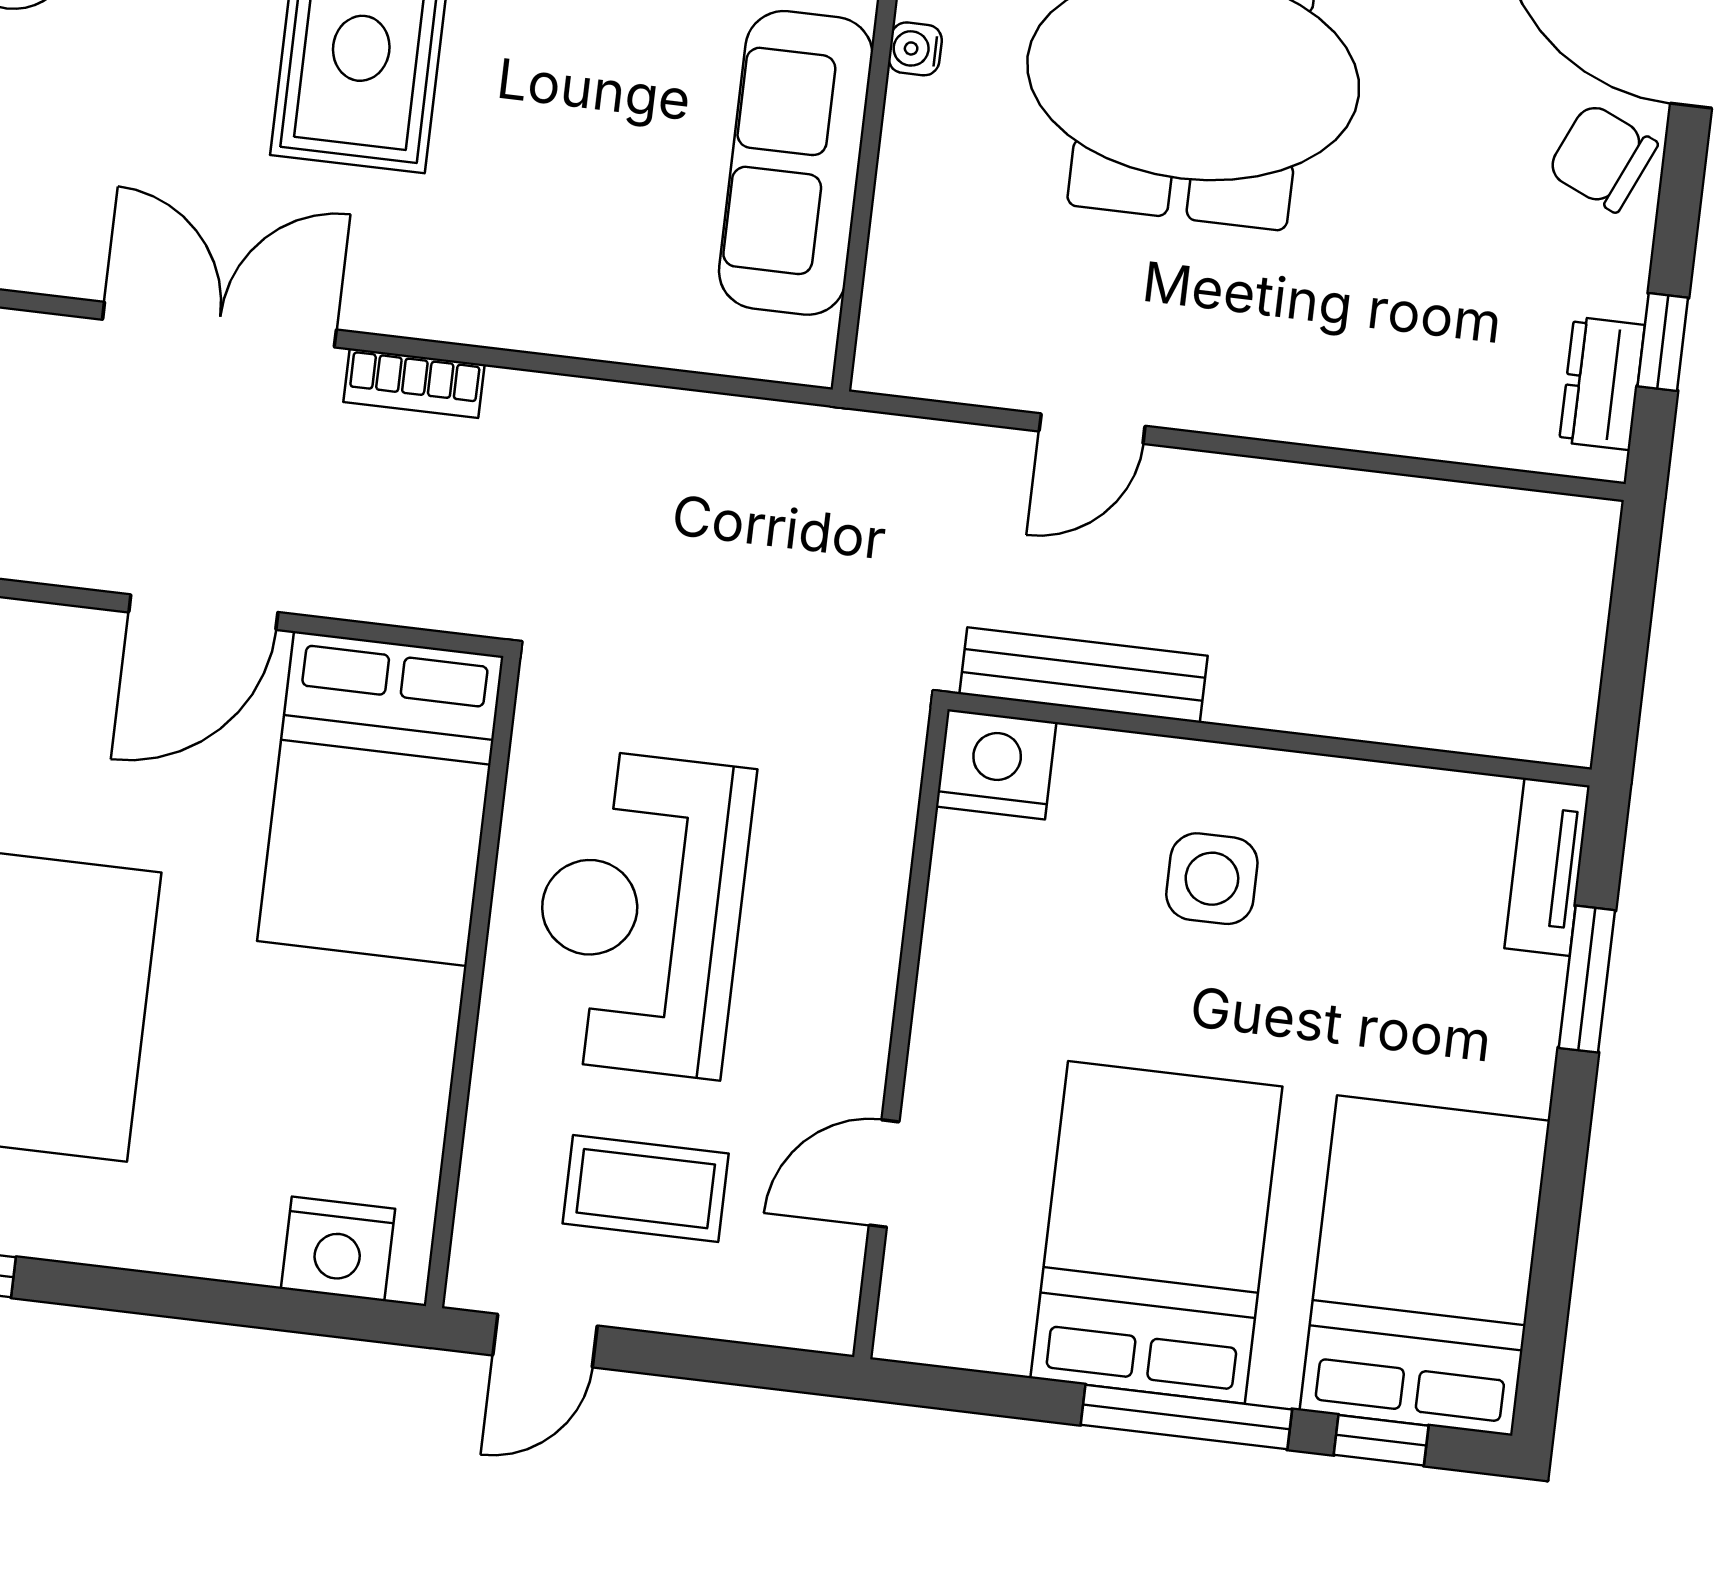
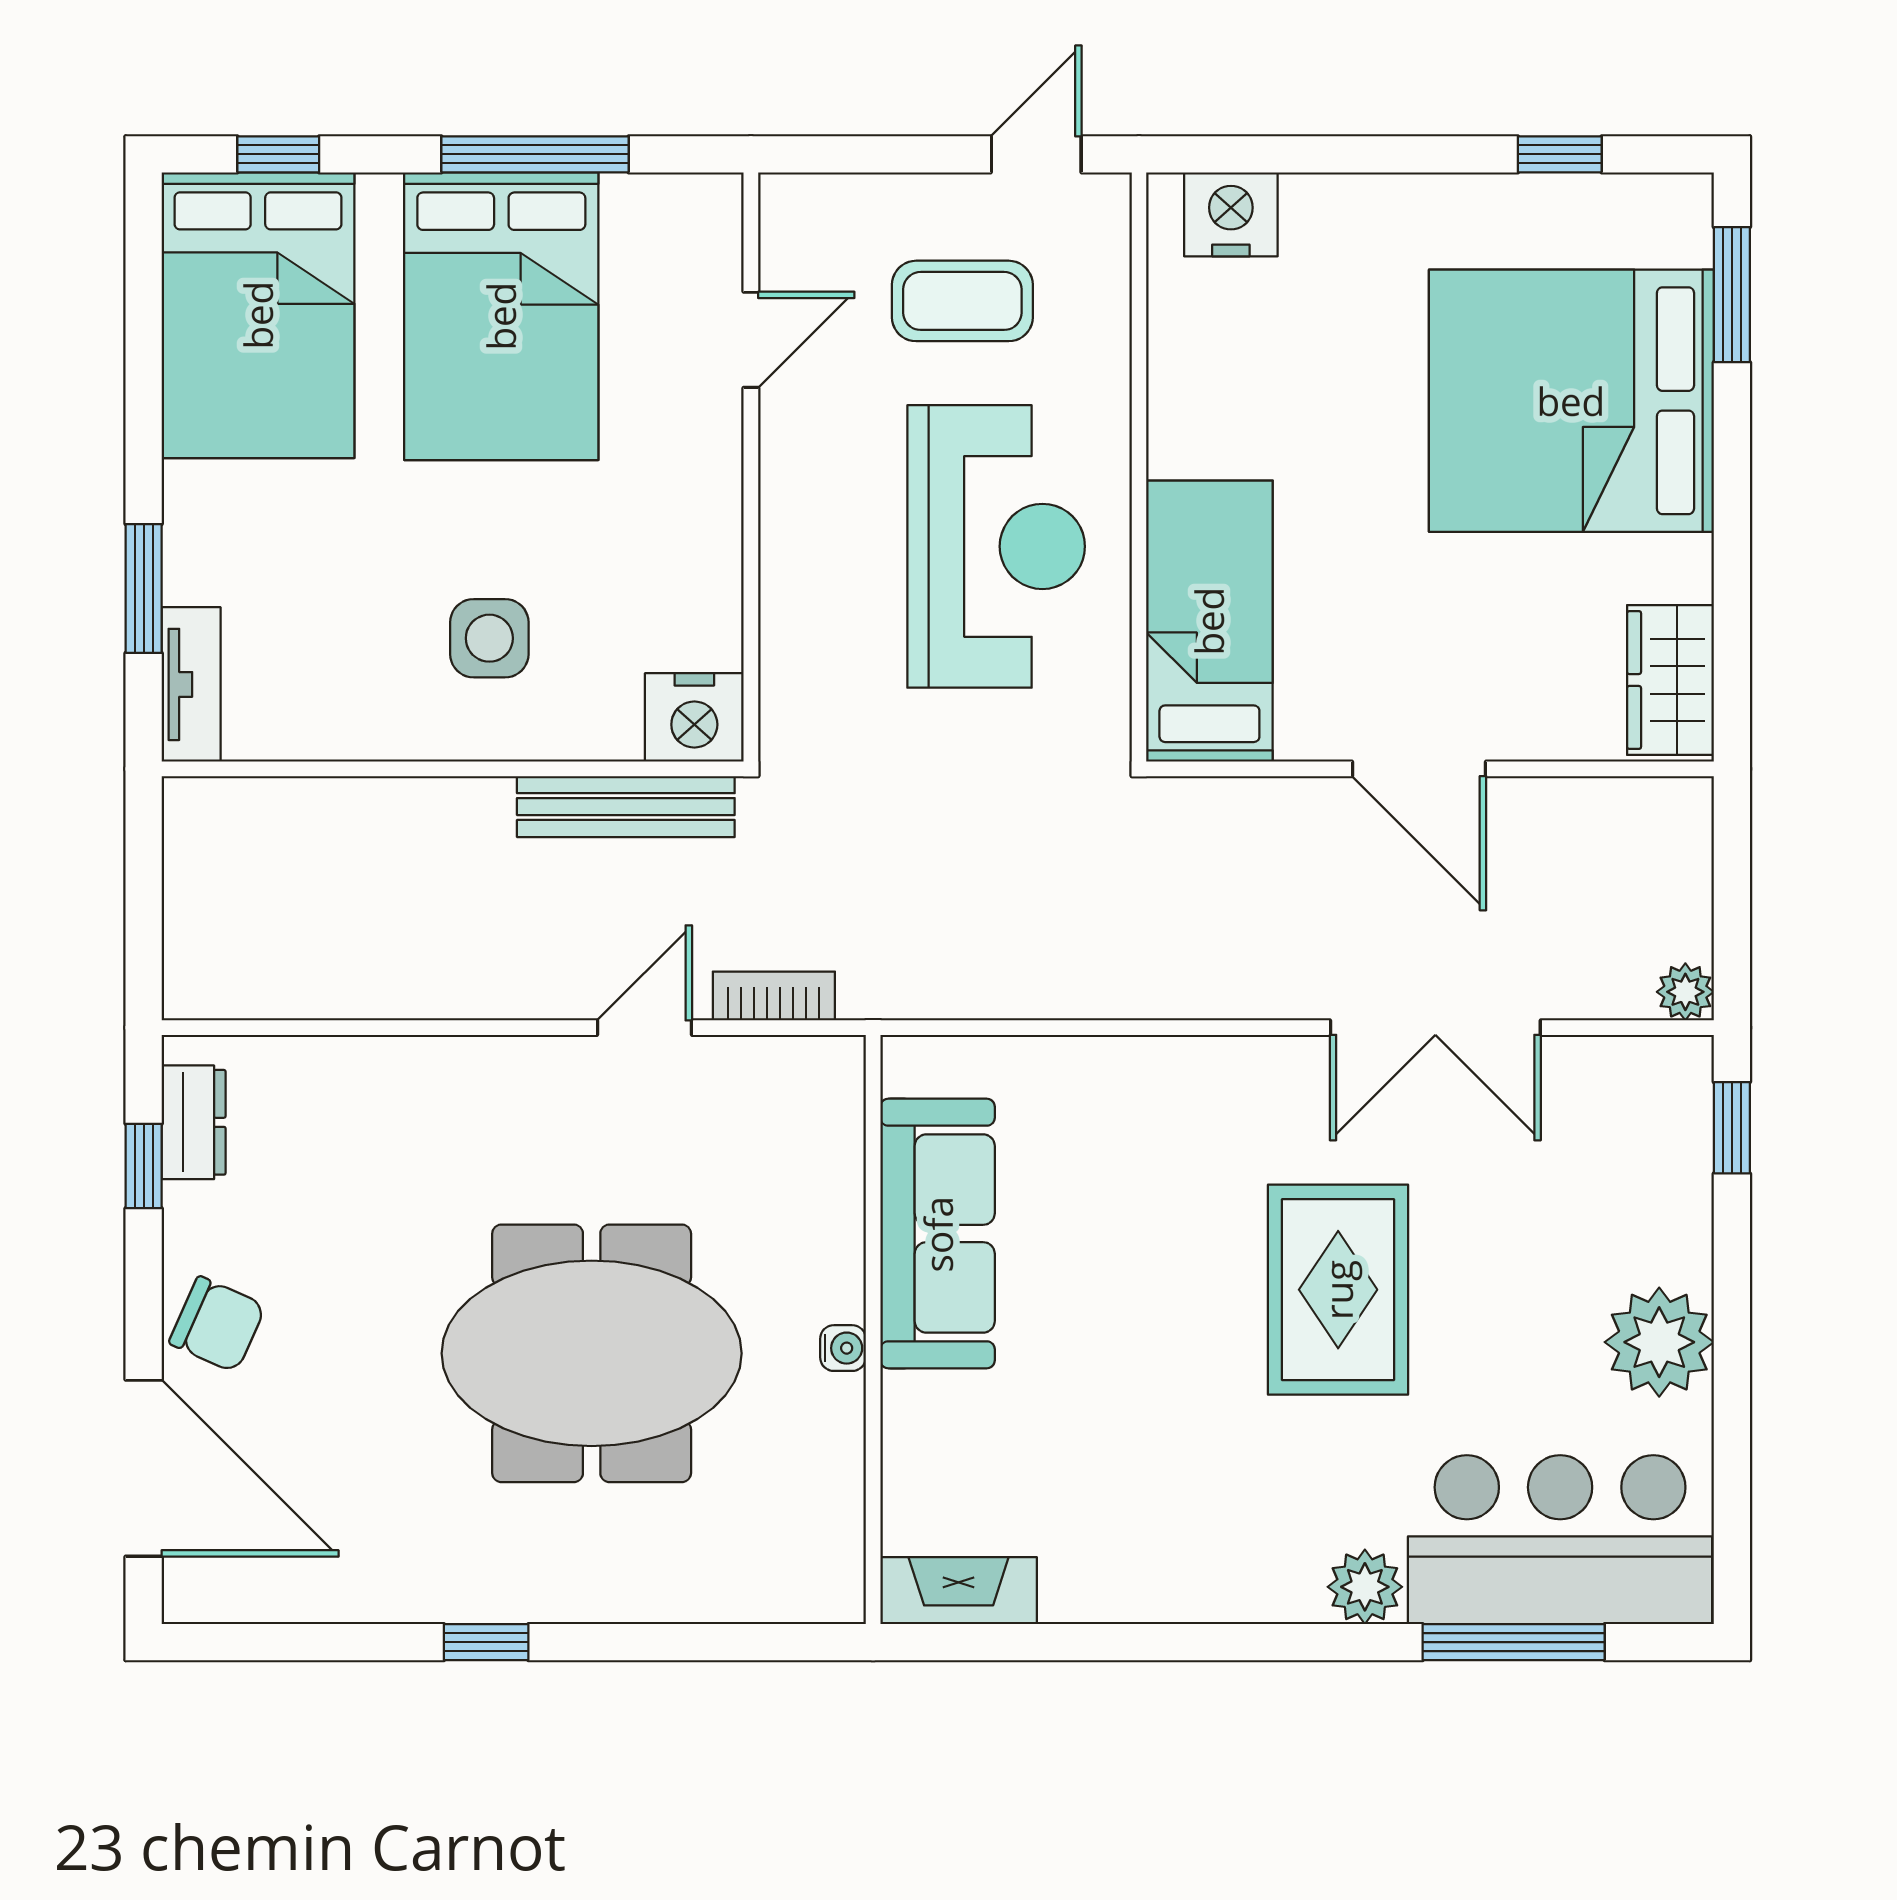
bookcase: (414, 383) -> (774, 996), moved
door: (203, 612) -> (1419, 769), swing flipped
bed: (380, 799) -> (1209, 621), width x0.67
window: (1186, 1417) -> (535, 154), moved

